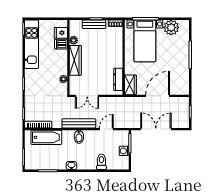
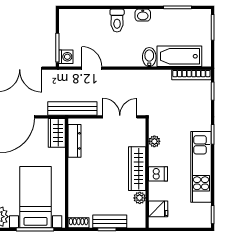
kitchen unit: (32, 44) -> (201, 167), moved
dishwasher: (61, 44) -> (158, 174), moved
bench: (79, 123) -> (72, 109), moved
door: (106, 129) -> (92, 68), swing flipped
bidet: (79, 137) -> (149, 57), moved
washing machine: (124, 151) -> (66, 57), moved
toilet: (101, 162) -> (117, 20), moved

